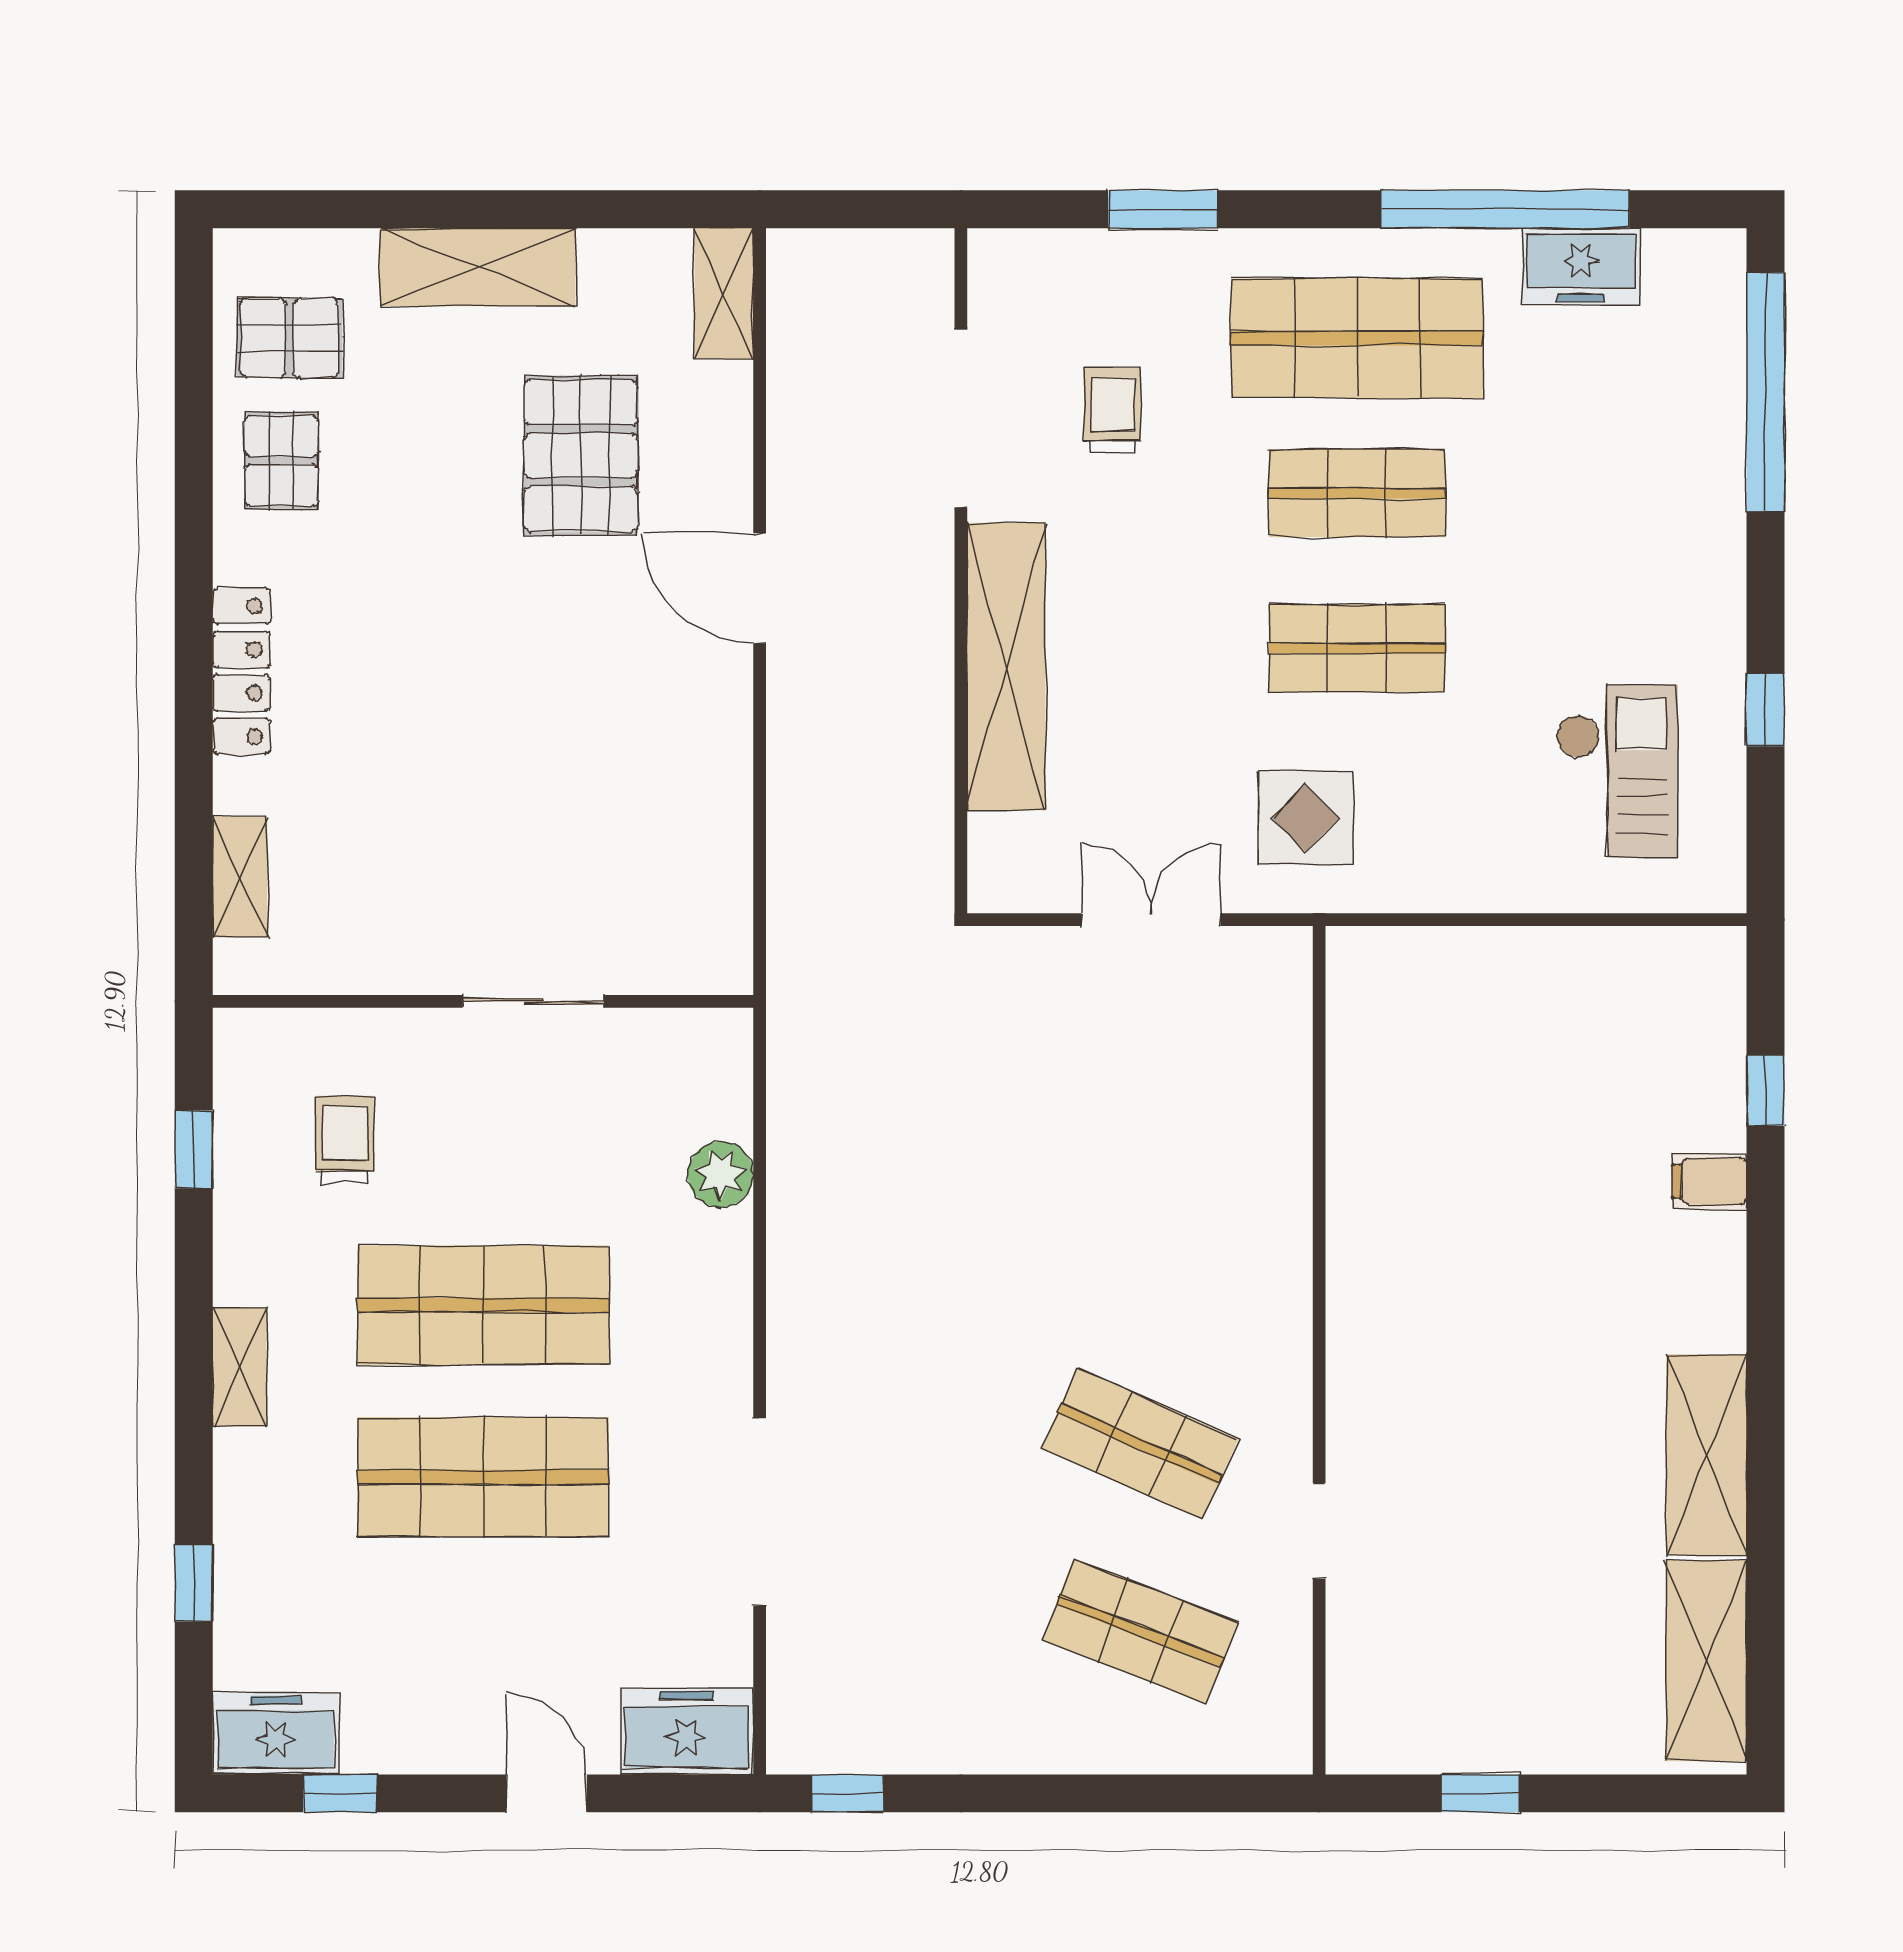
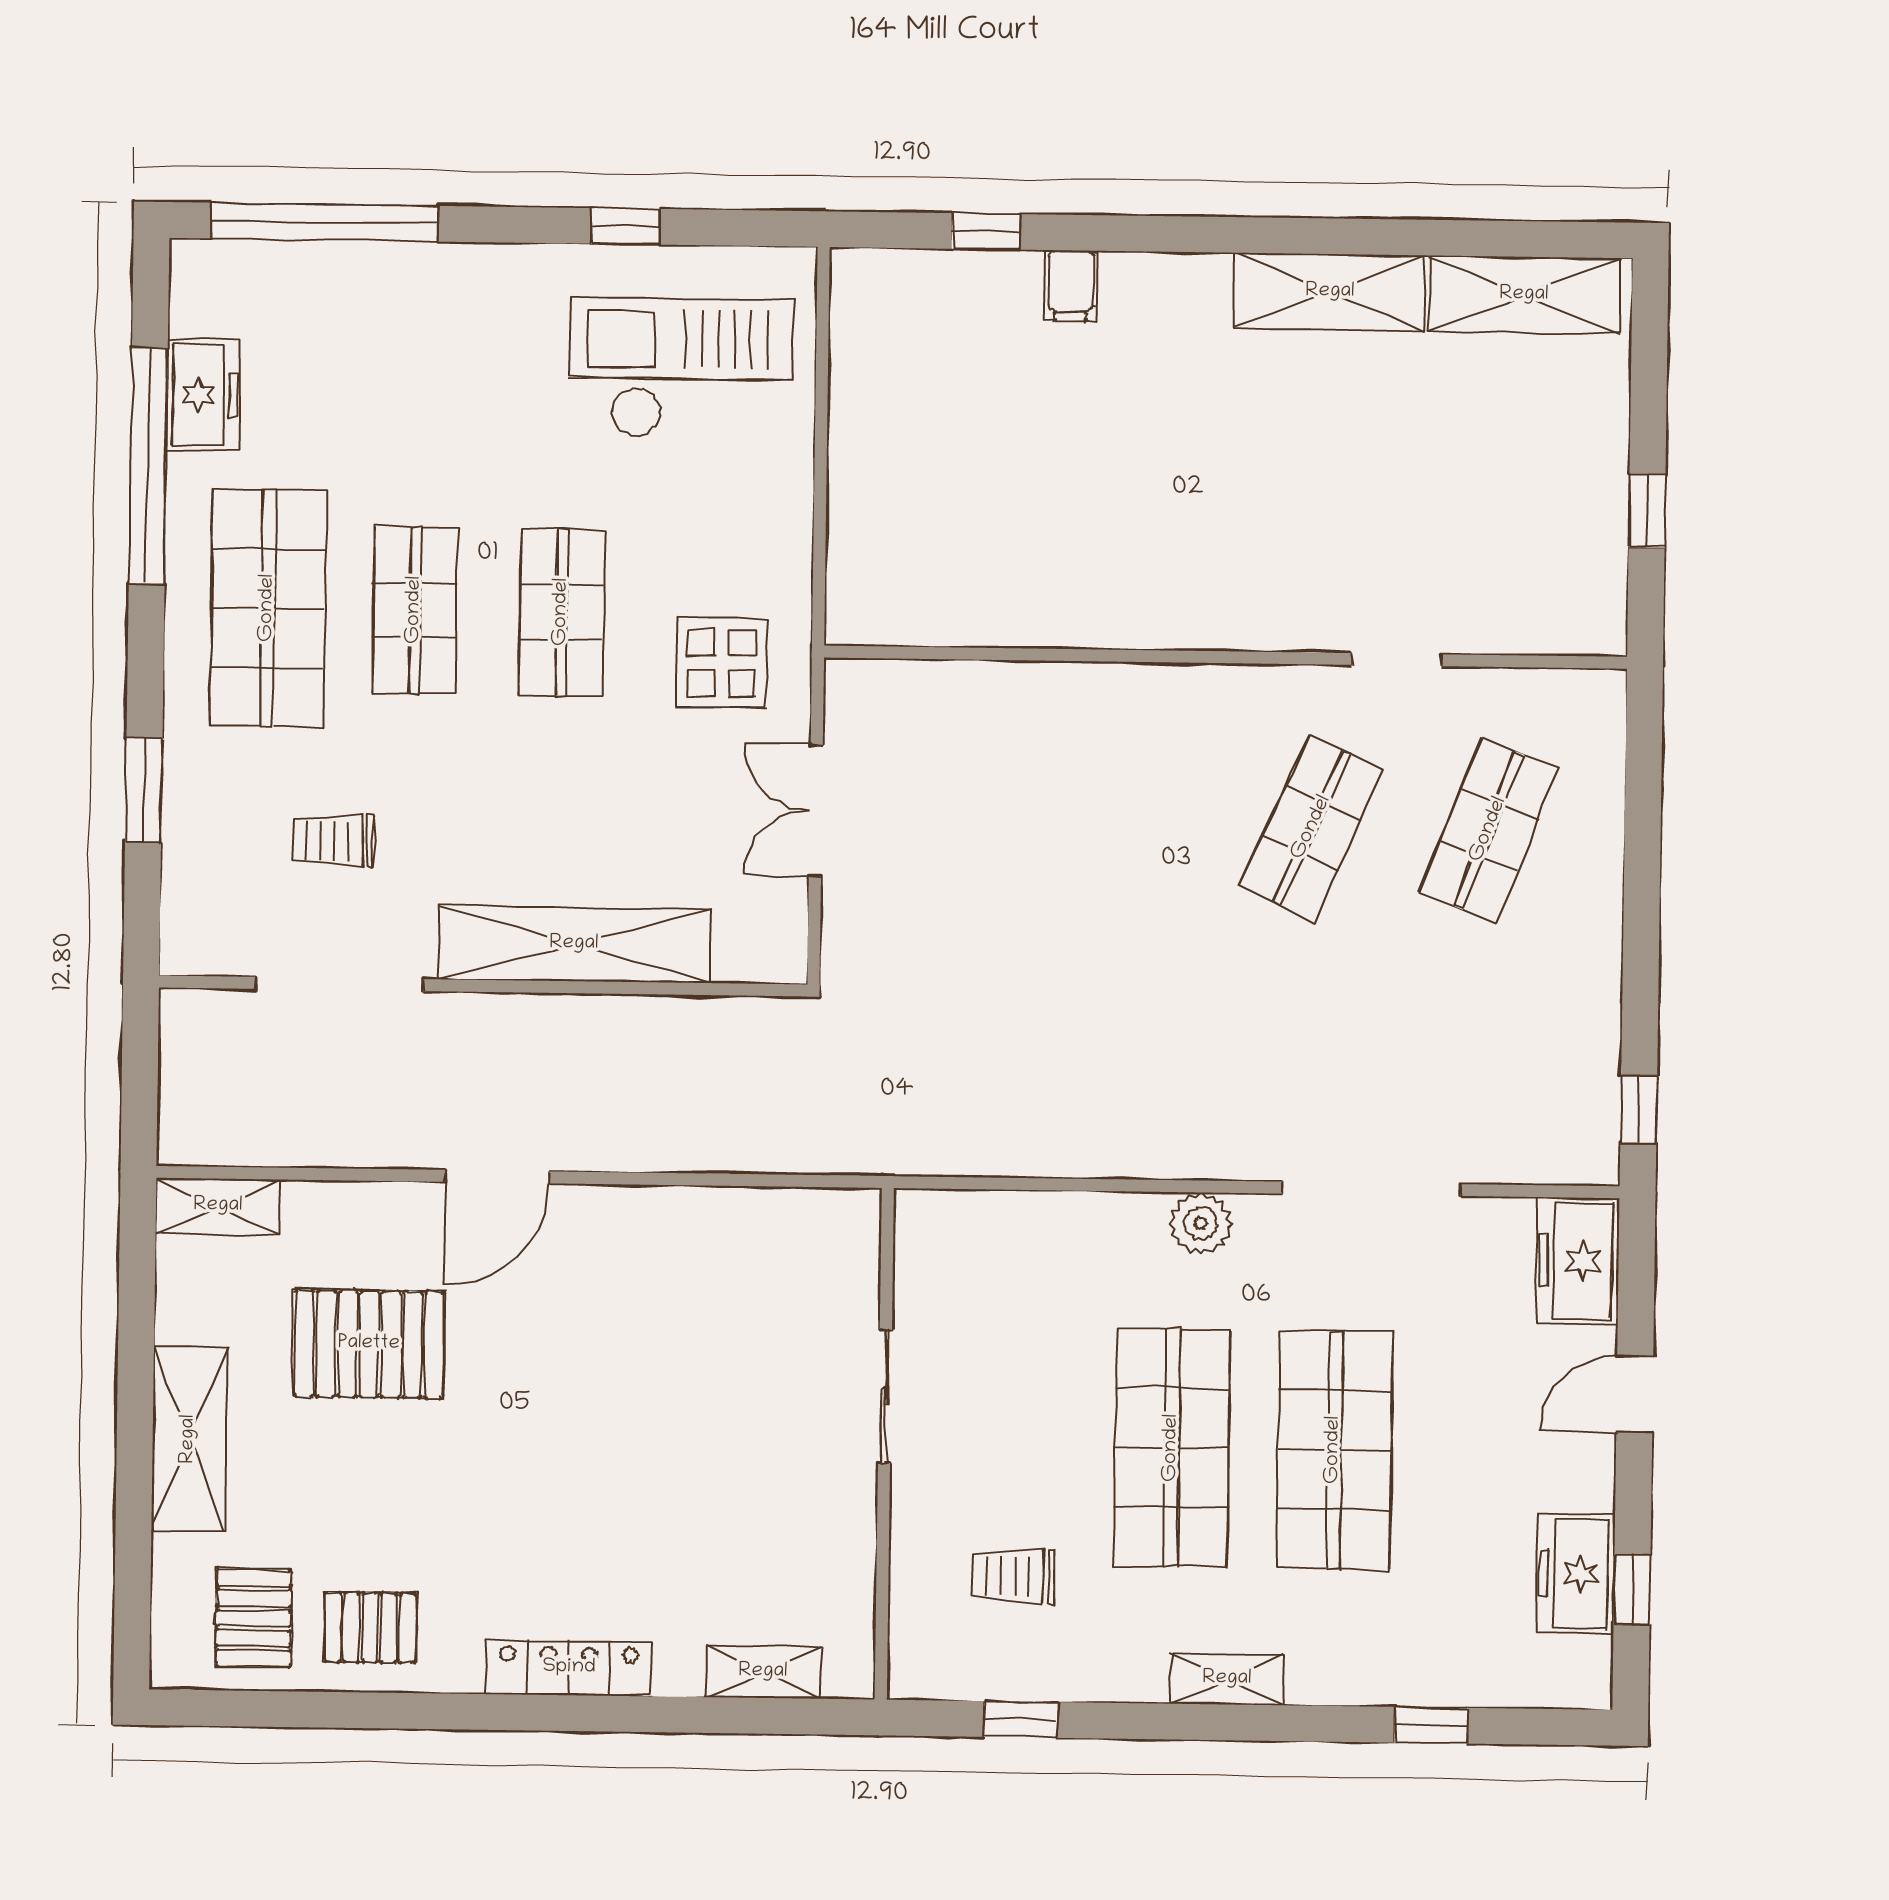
checkout: (1617, 771) -> (681, 368), width x1.36, depth x1.21
plant: (721, 1174) -> (1201, 1223), moved
freezer: (276, 1734) -> (1576, 1574), moved

